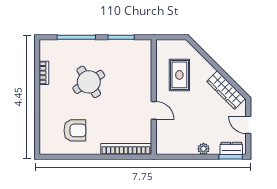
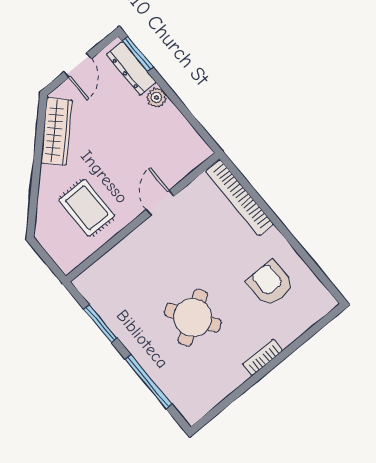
bookcase: (44, 73) -> (263, 357), moved
rug: (179, 75) -> (87, 208), turned 90
dresser: (231, 148) -> (131, 68), width x1.44

